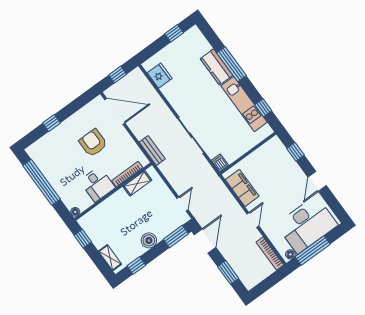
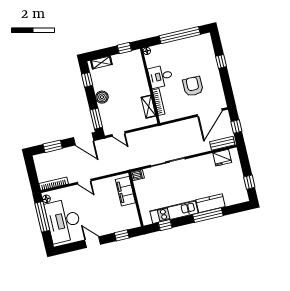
armchair: (93, 143) -> (193, 86), turned -90
bench: (152, 151) -> (222, 143), moved
filing cabinet: (242, 188) -> (125, 191), moved, turned 90

